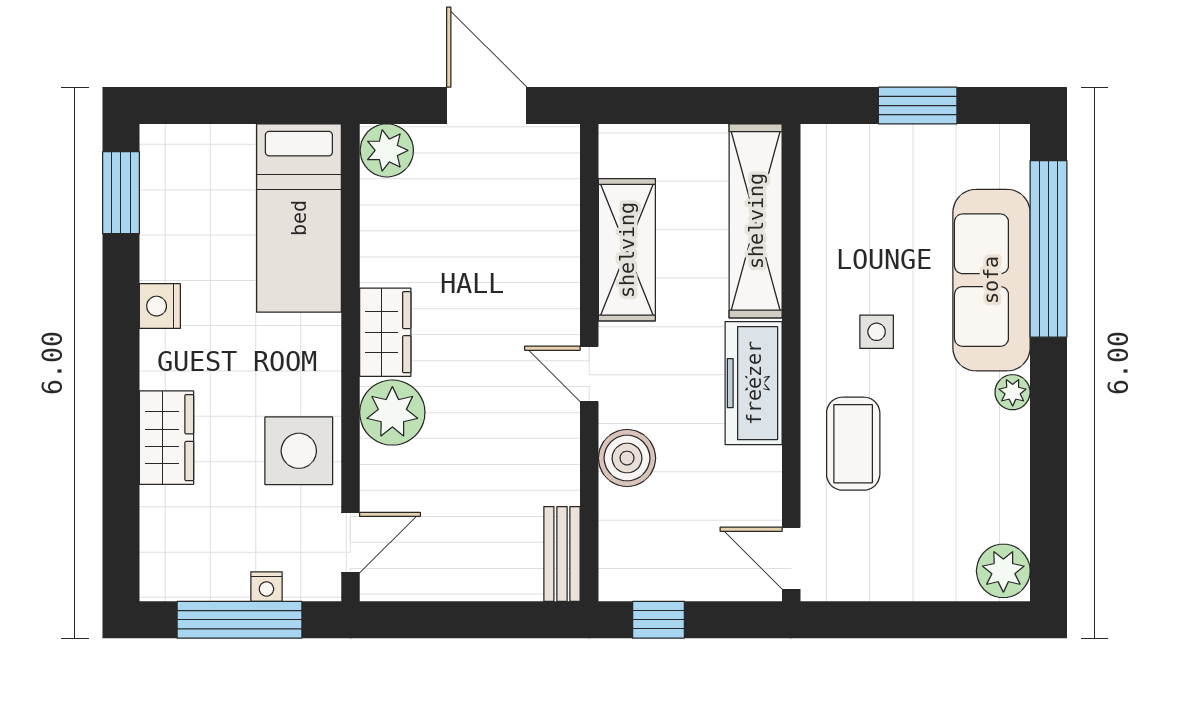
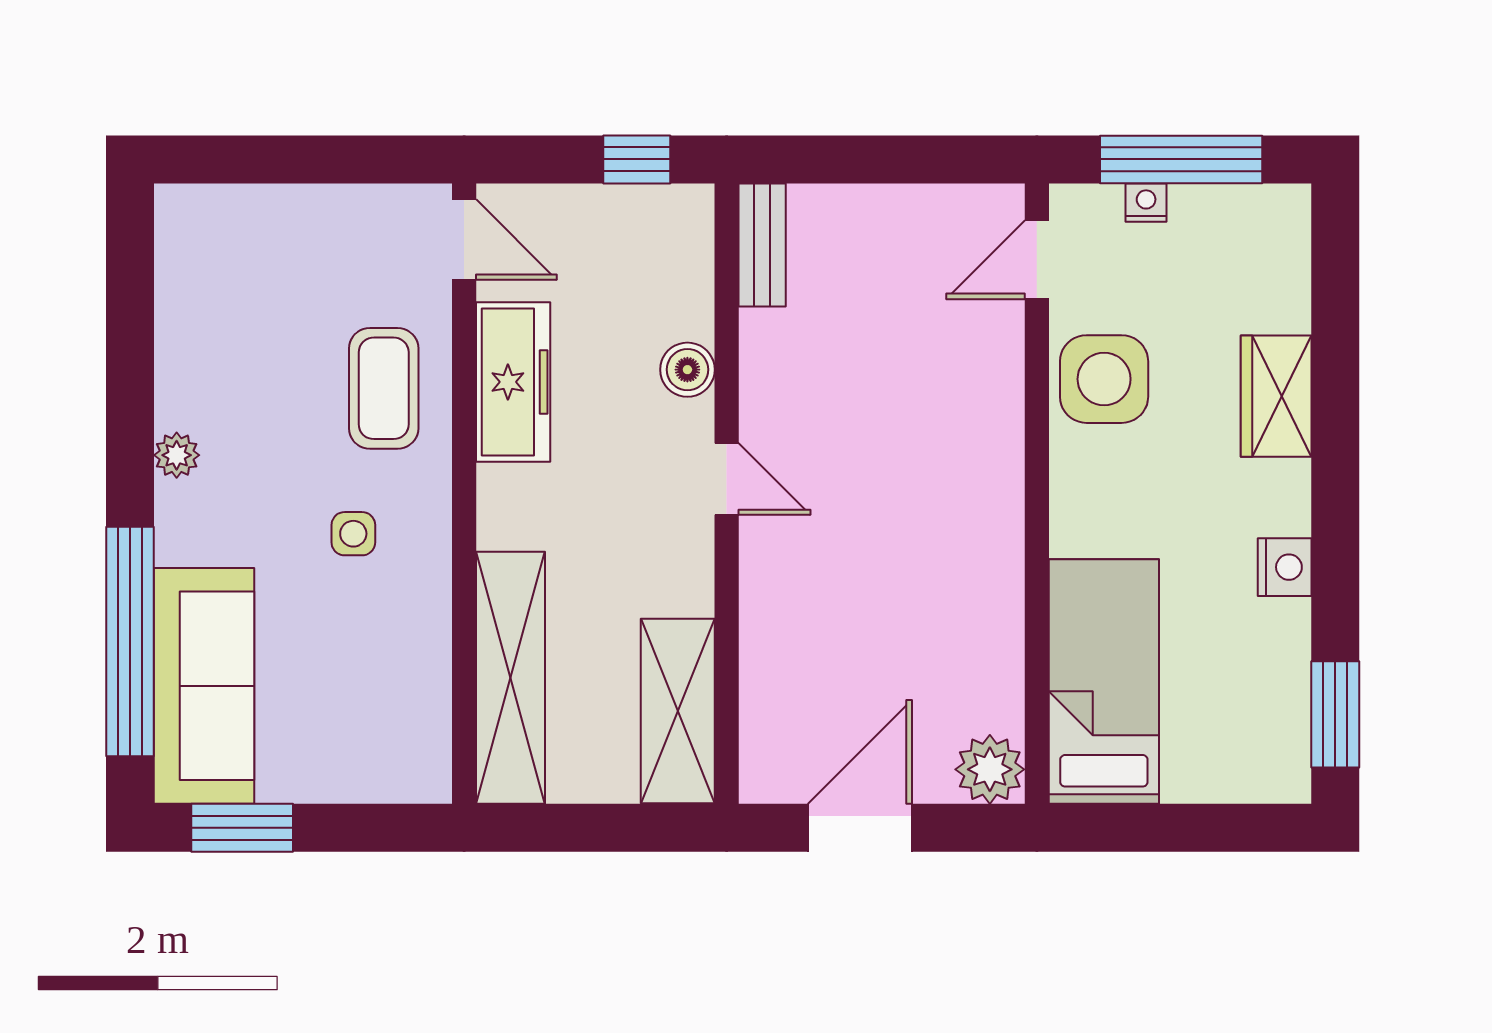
door: (487, 106) -> (860, 828), swing flipped
window: (918, 106) -> (242, 828), moved
shelving: (627, 250) -> (678, 711), moved
sofa: (991, 280) -> (204, 686), moved
wardrobe: (385, 332) -> (992, 533), removed
freezer: (754, 383) -> (513, 382), moved
plant: (392, 413) -> (983, 429), removed
boiler: (627, 458) -> (687, 370), width x0.73, depth x0.73
plant: (1003, 571) -> (189, 223), removed

